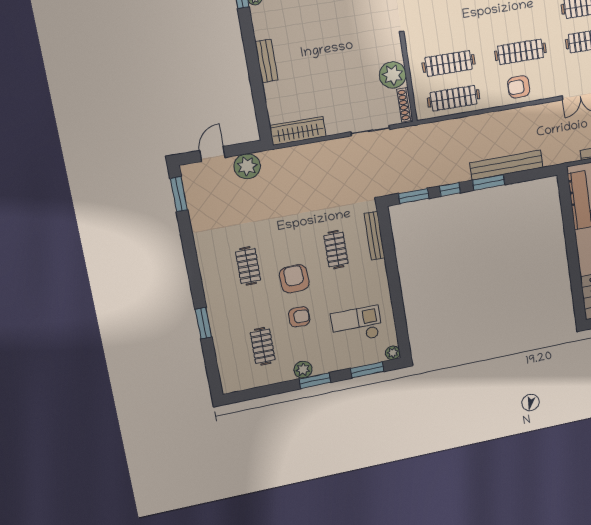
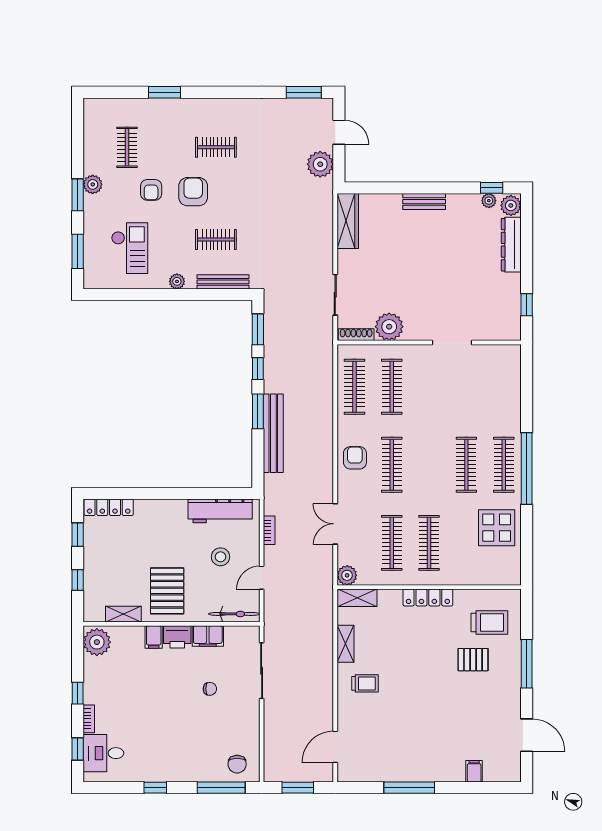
armchair: (294, 279) -> (193, 192), turned -88
clothes rail: (263, 346) -> (127, 147), turned 90
plant: (393, 353) -> (177, 281), moved

